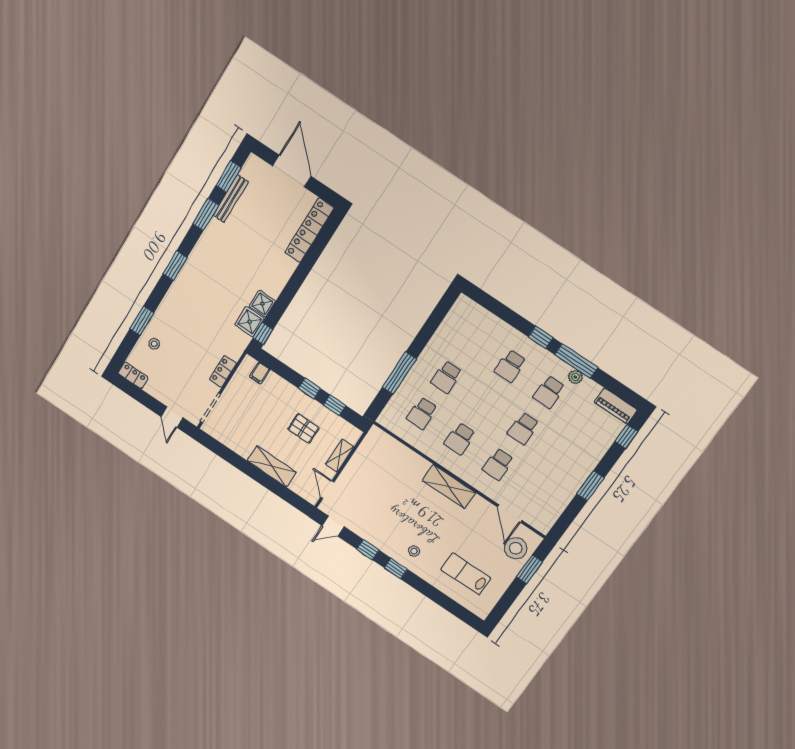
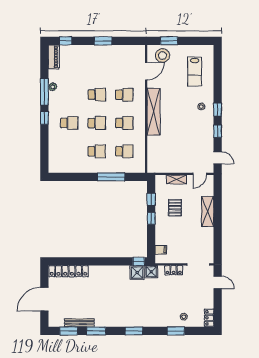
shower: (262, 304) -> (151, 272), moved
school desk: (549, 392) -> (97, 123), moved
door: (172, 417) -> (218, 282), hinge flipped
shelving: (449, 487) -> (154, 112), width x1.47

